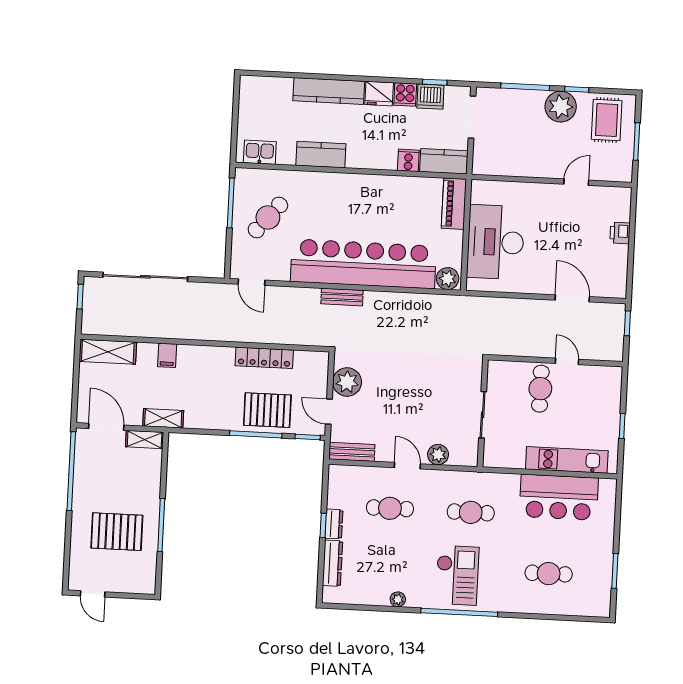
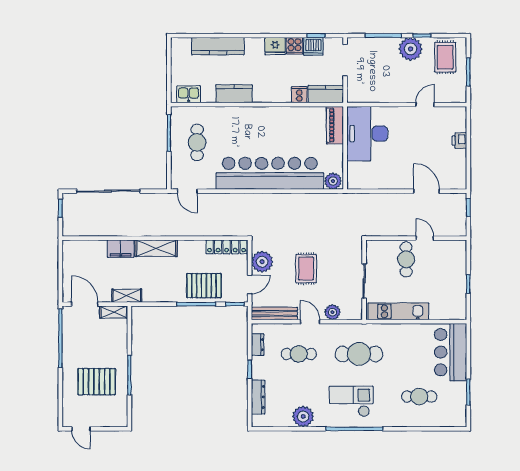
kitchen counter: (329, 91) -> (218, 46), moved
cafe table: (268, 218) -> (197, 142), turned -40
desk: (496, 242) -> (367, 134), moved
bench: (342, 297) -> (255, 199), removed
shelving: (108, 352) -> (156, 248), moved
filing cabinet: (167, 355) -> (121, 249), width x2.00
locker: (264, 358) -> (227, 247), moved
rug: (406, 394) -> (306, 269), added
door: (329, 412) -> (250, 284), swing flipped
bench: (352, 452) -> (274, 313), width x1.36
kitchen unit: (567, 460) -> (398, 311), moved
bar counter: (559, 497) -> (451, 352), moved, turned 90
cafe table: (471, 512) -> (359, 354), width x1.37, depth x1.35
dresser: (334, 524) -> (258, 345), moved
checkout: (457, 575) -> (351, 401), turned -90
plant: (398, 599) -> (303, 416), width x1.87, depth x1.87

